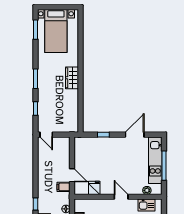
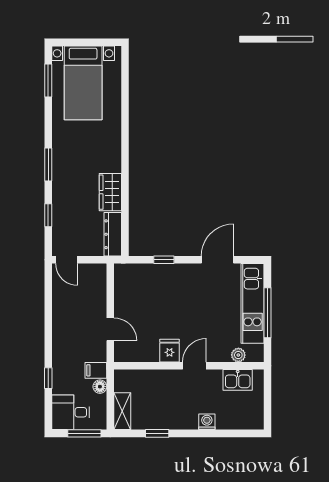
wardrobe: (72, 78) -> (110, 192), moved
dresser: (73, 120) -> (113, 234), added
filing cabinet: (64, 187) -> (96, 370), moved
fridge: (94, 188) -> (169, 351), moved
door: (121, 197) -> (194, 366), hinge flipped

